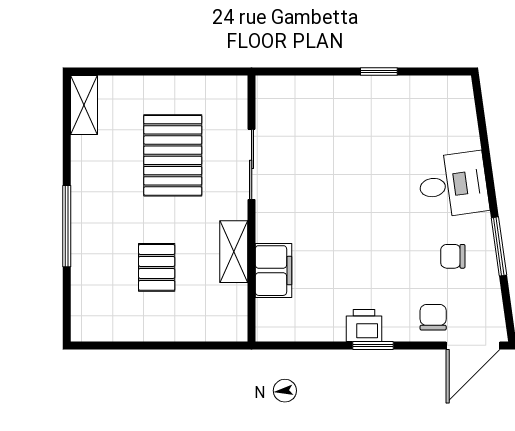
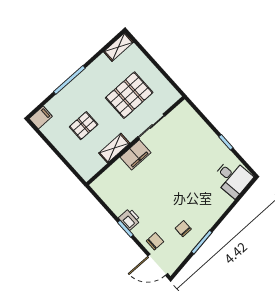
desk: (453, 185) -> (232, 178), moved
filing cabinet: (273, 271) -> (135, 155), moved
filing cabinet: (85, 322) -> (41, 118), added

